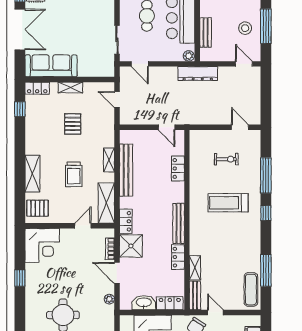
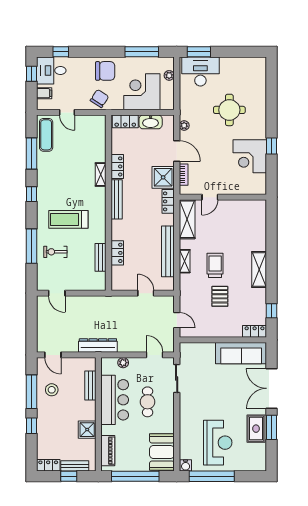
plant: (189, 56) -> (123, 363), moved
shelving: (70, 87) -> (222, 332), removed
door: (167, 127) -> (146, 293), moved
exercise bike: (226, 159) -> (55, 252), moved
shelving: (32, 174) -> (259, 270), moved
trolley: (74, 174) -> (215, 265), moved
treadmill: (228, 203) -> (68, 219), turned 180
pallet: (37, 208) -> (254, 214), removed
window: (266, 213) -> (31, 194), moved
corner desk: (42, 245) -> (250, 156), moved, turned -90
shelving: (195, 268) -> (101, 174), moved
bench: (195, 295) -> (101, 257), moved
door: (215, 312) -> (67, 112), moved

